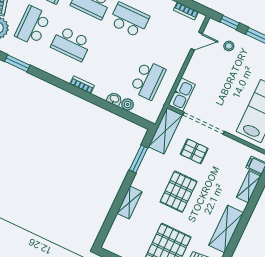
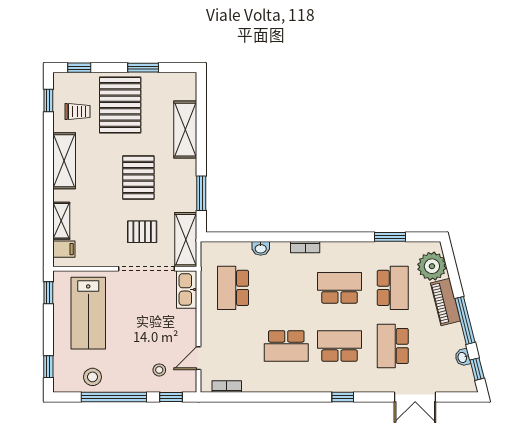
plant: (128, 104) -> (243, 249), removed
shelving: (130, 202) -> (185, 130), width x1.50, depth x1.33

